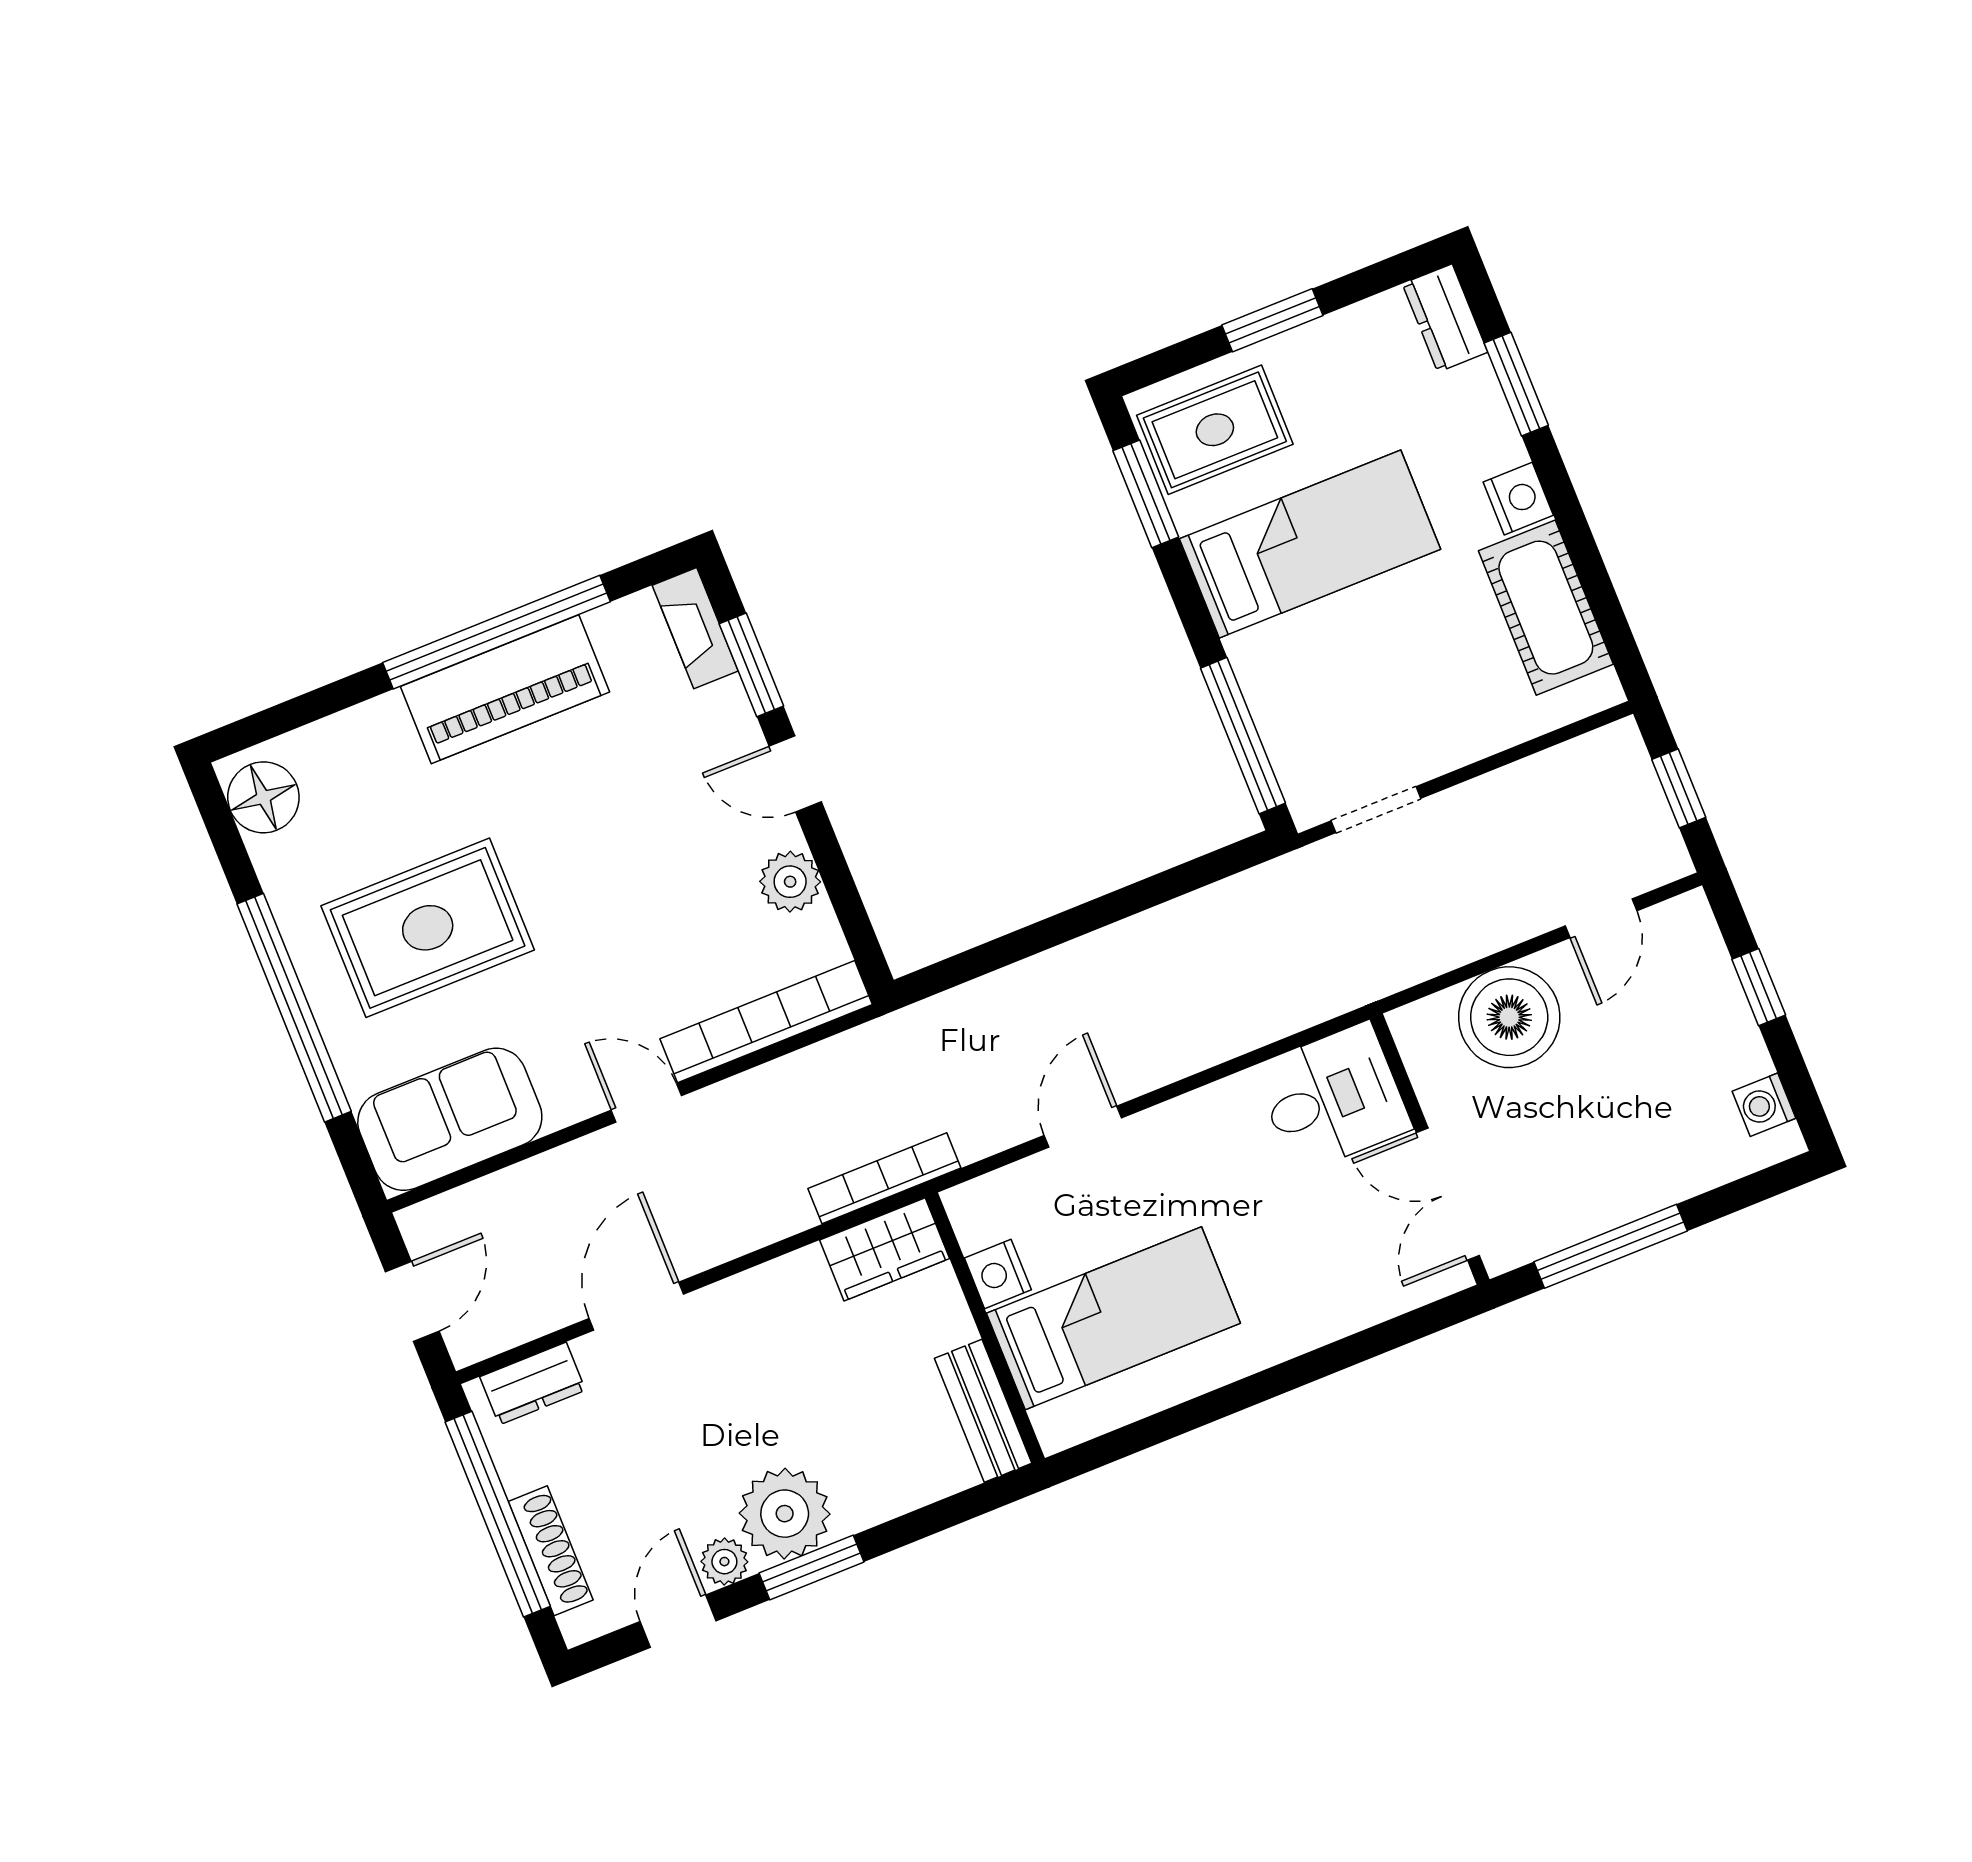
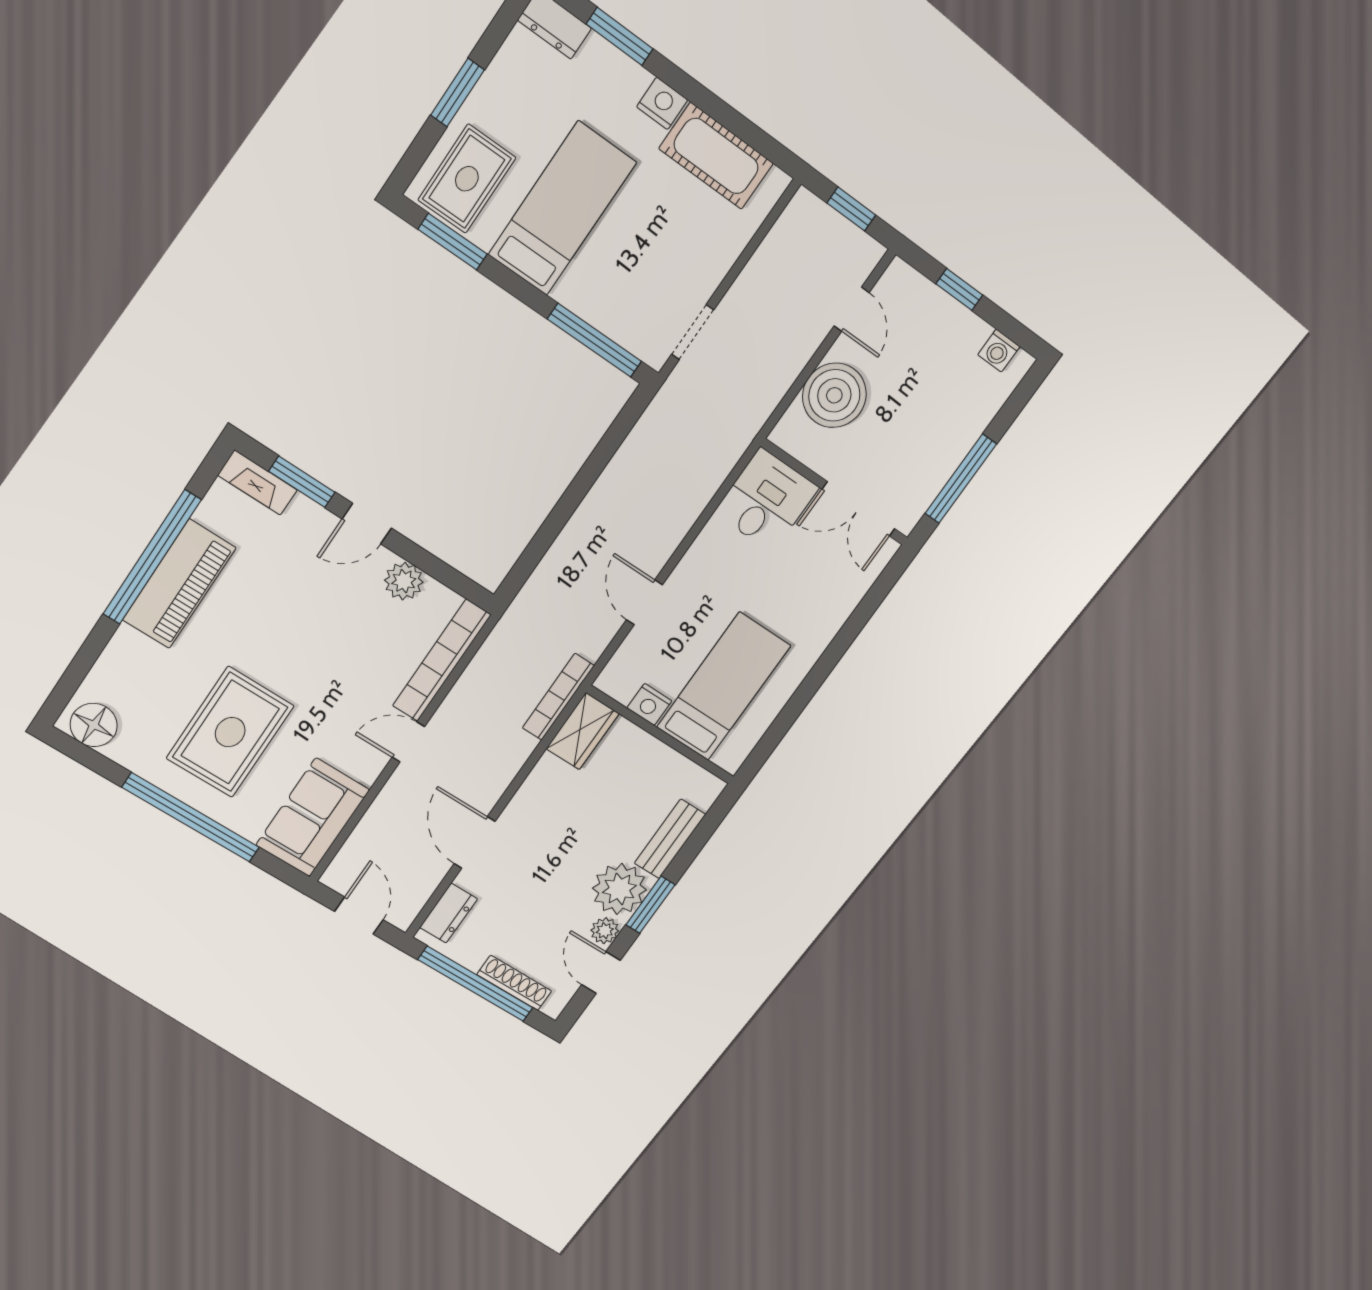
bench: (983, 1411) -> (670, 839), moved, turned 90

